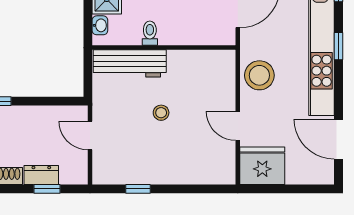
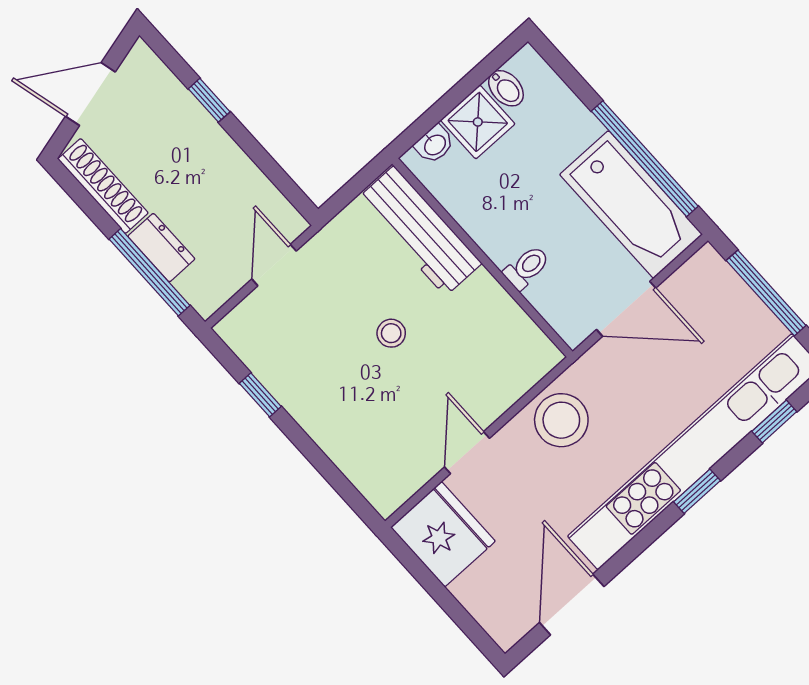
toilet: (150, 33) -> (527, 268), moved
window: (47, 189) -> (149, 272), width x2.17

